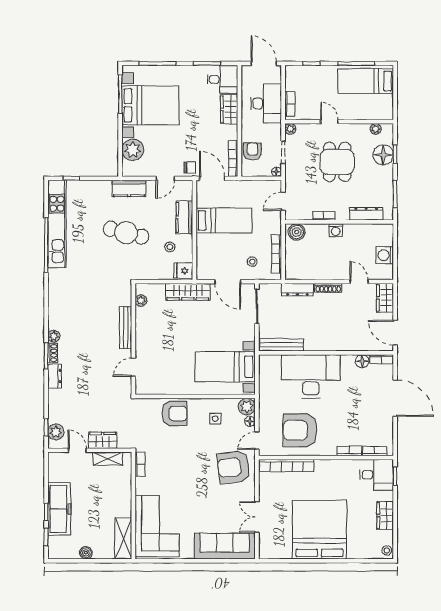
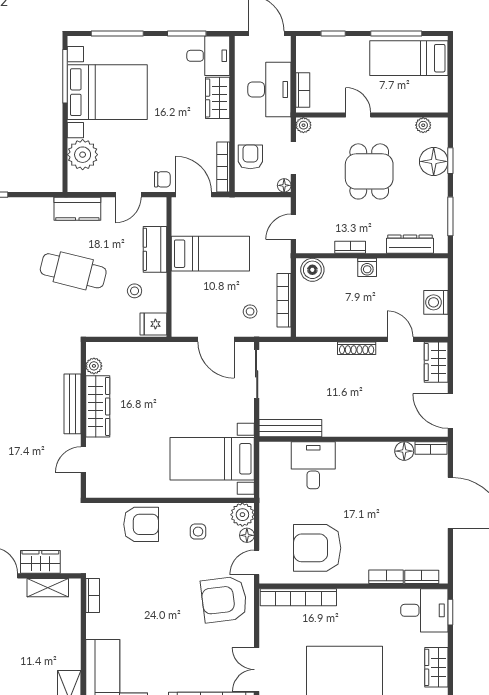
dresser: (297, 290) -> (313, 351), removed
wardrobe: (188, 292) -> (98, 406), moved, turned -90
desk: (311, 376) -> (313, 465), width x0.53, depth x0.77

